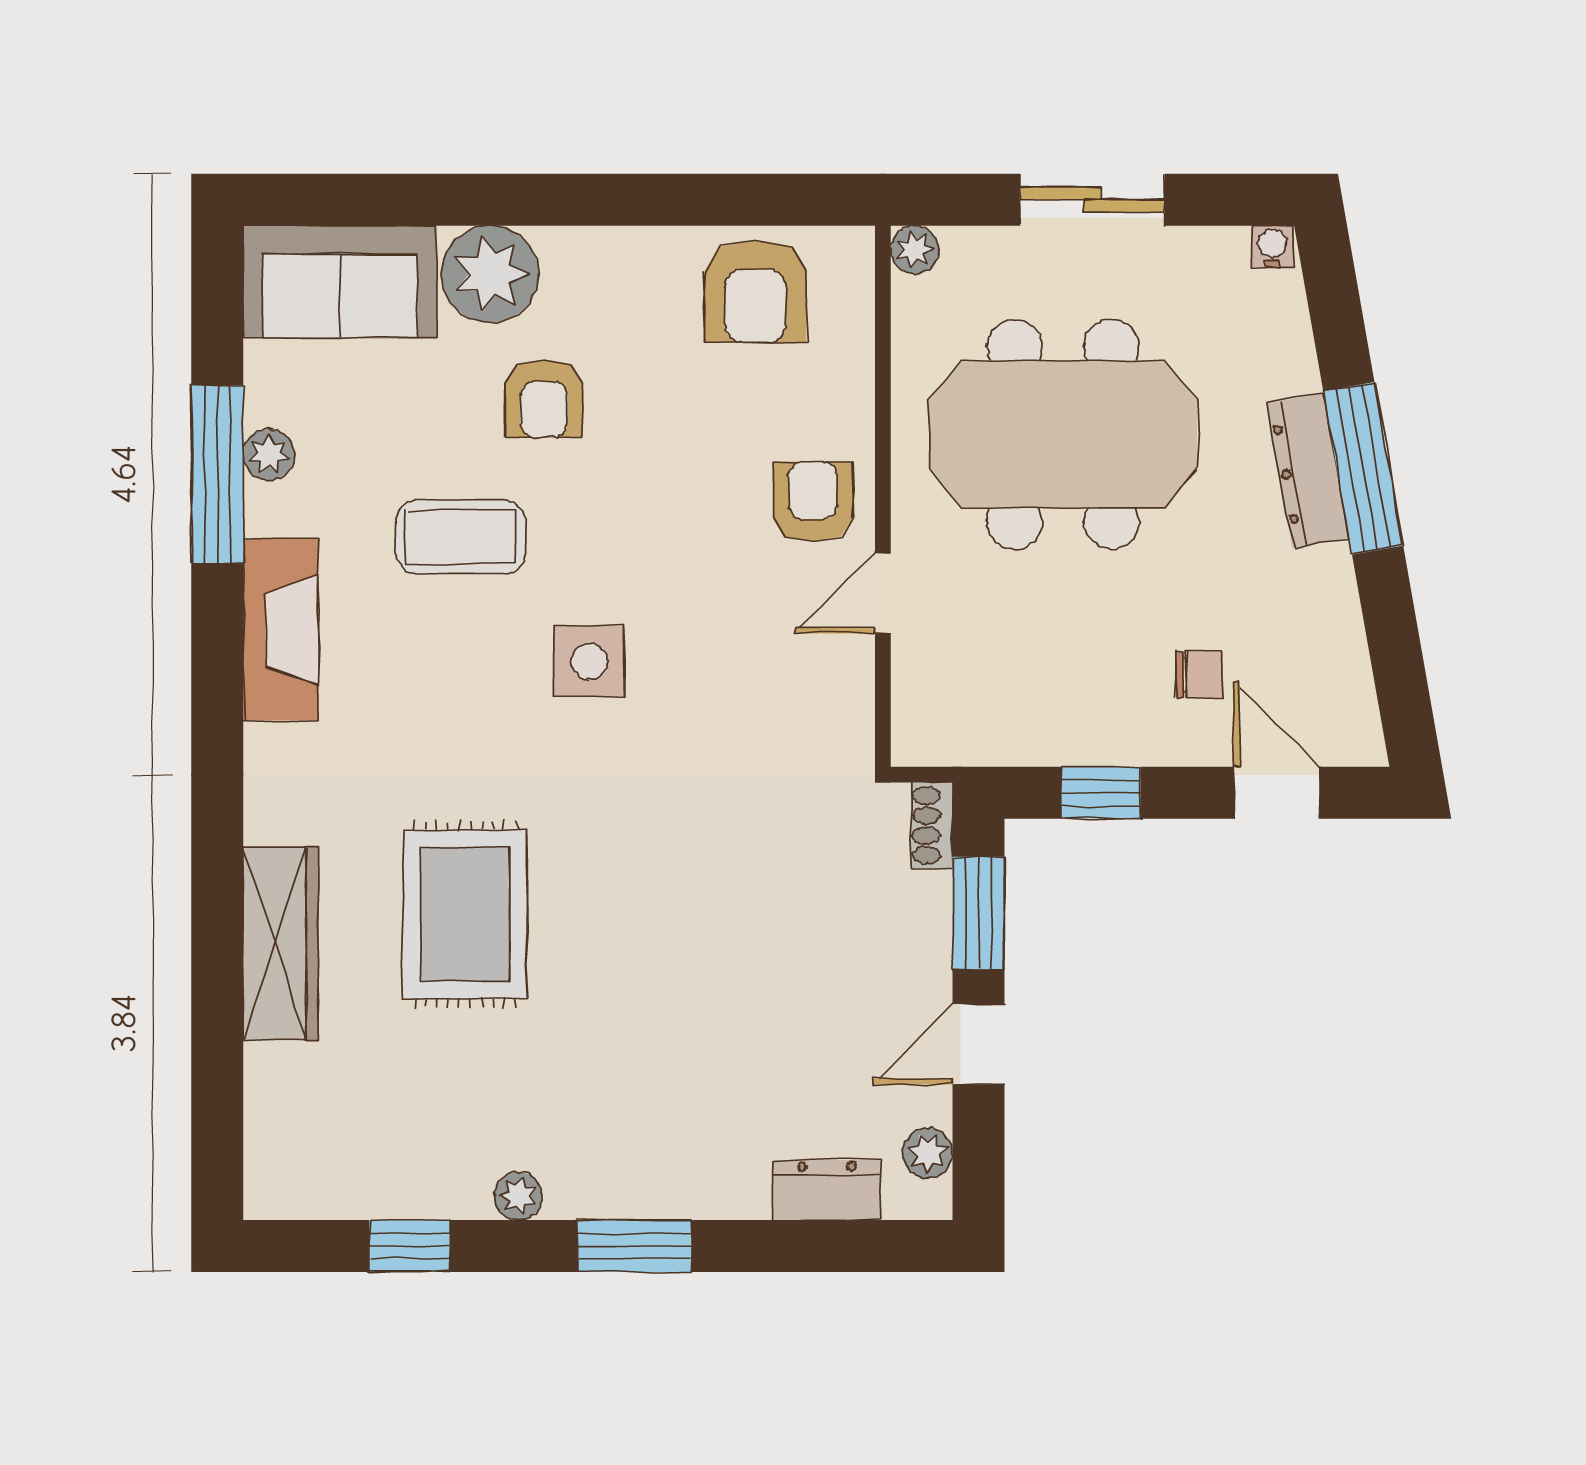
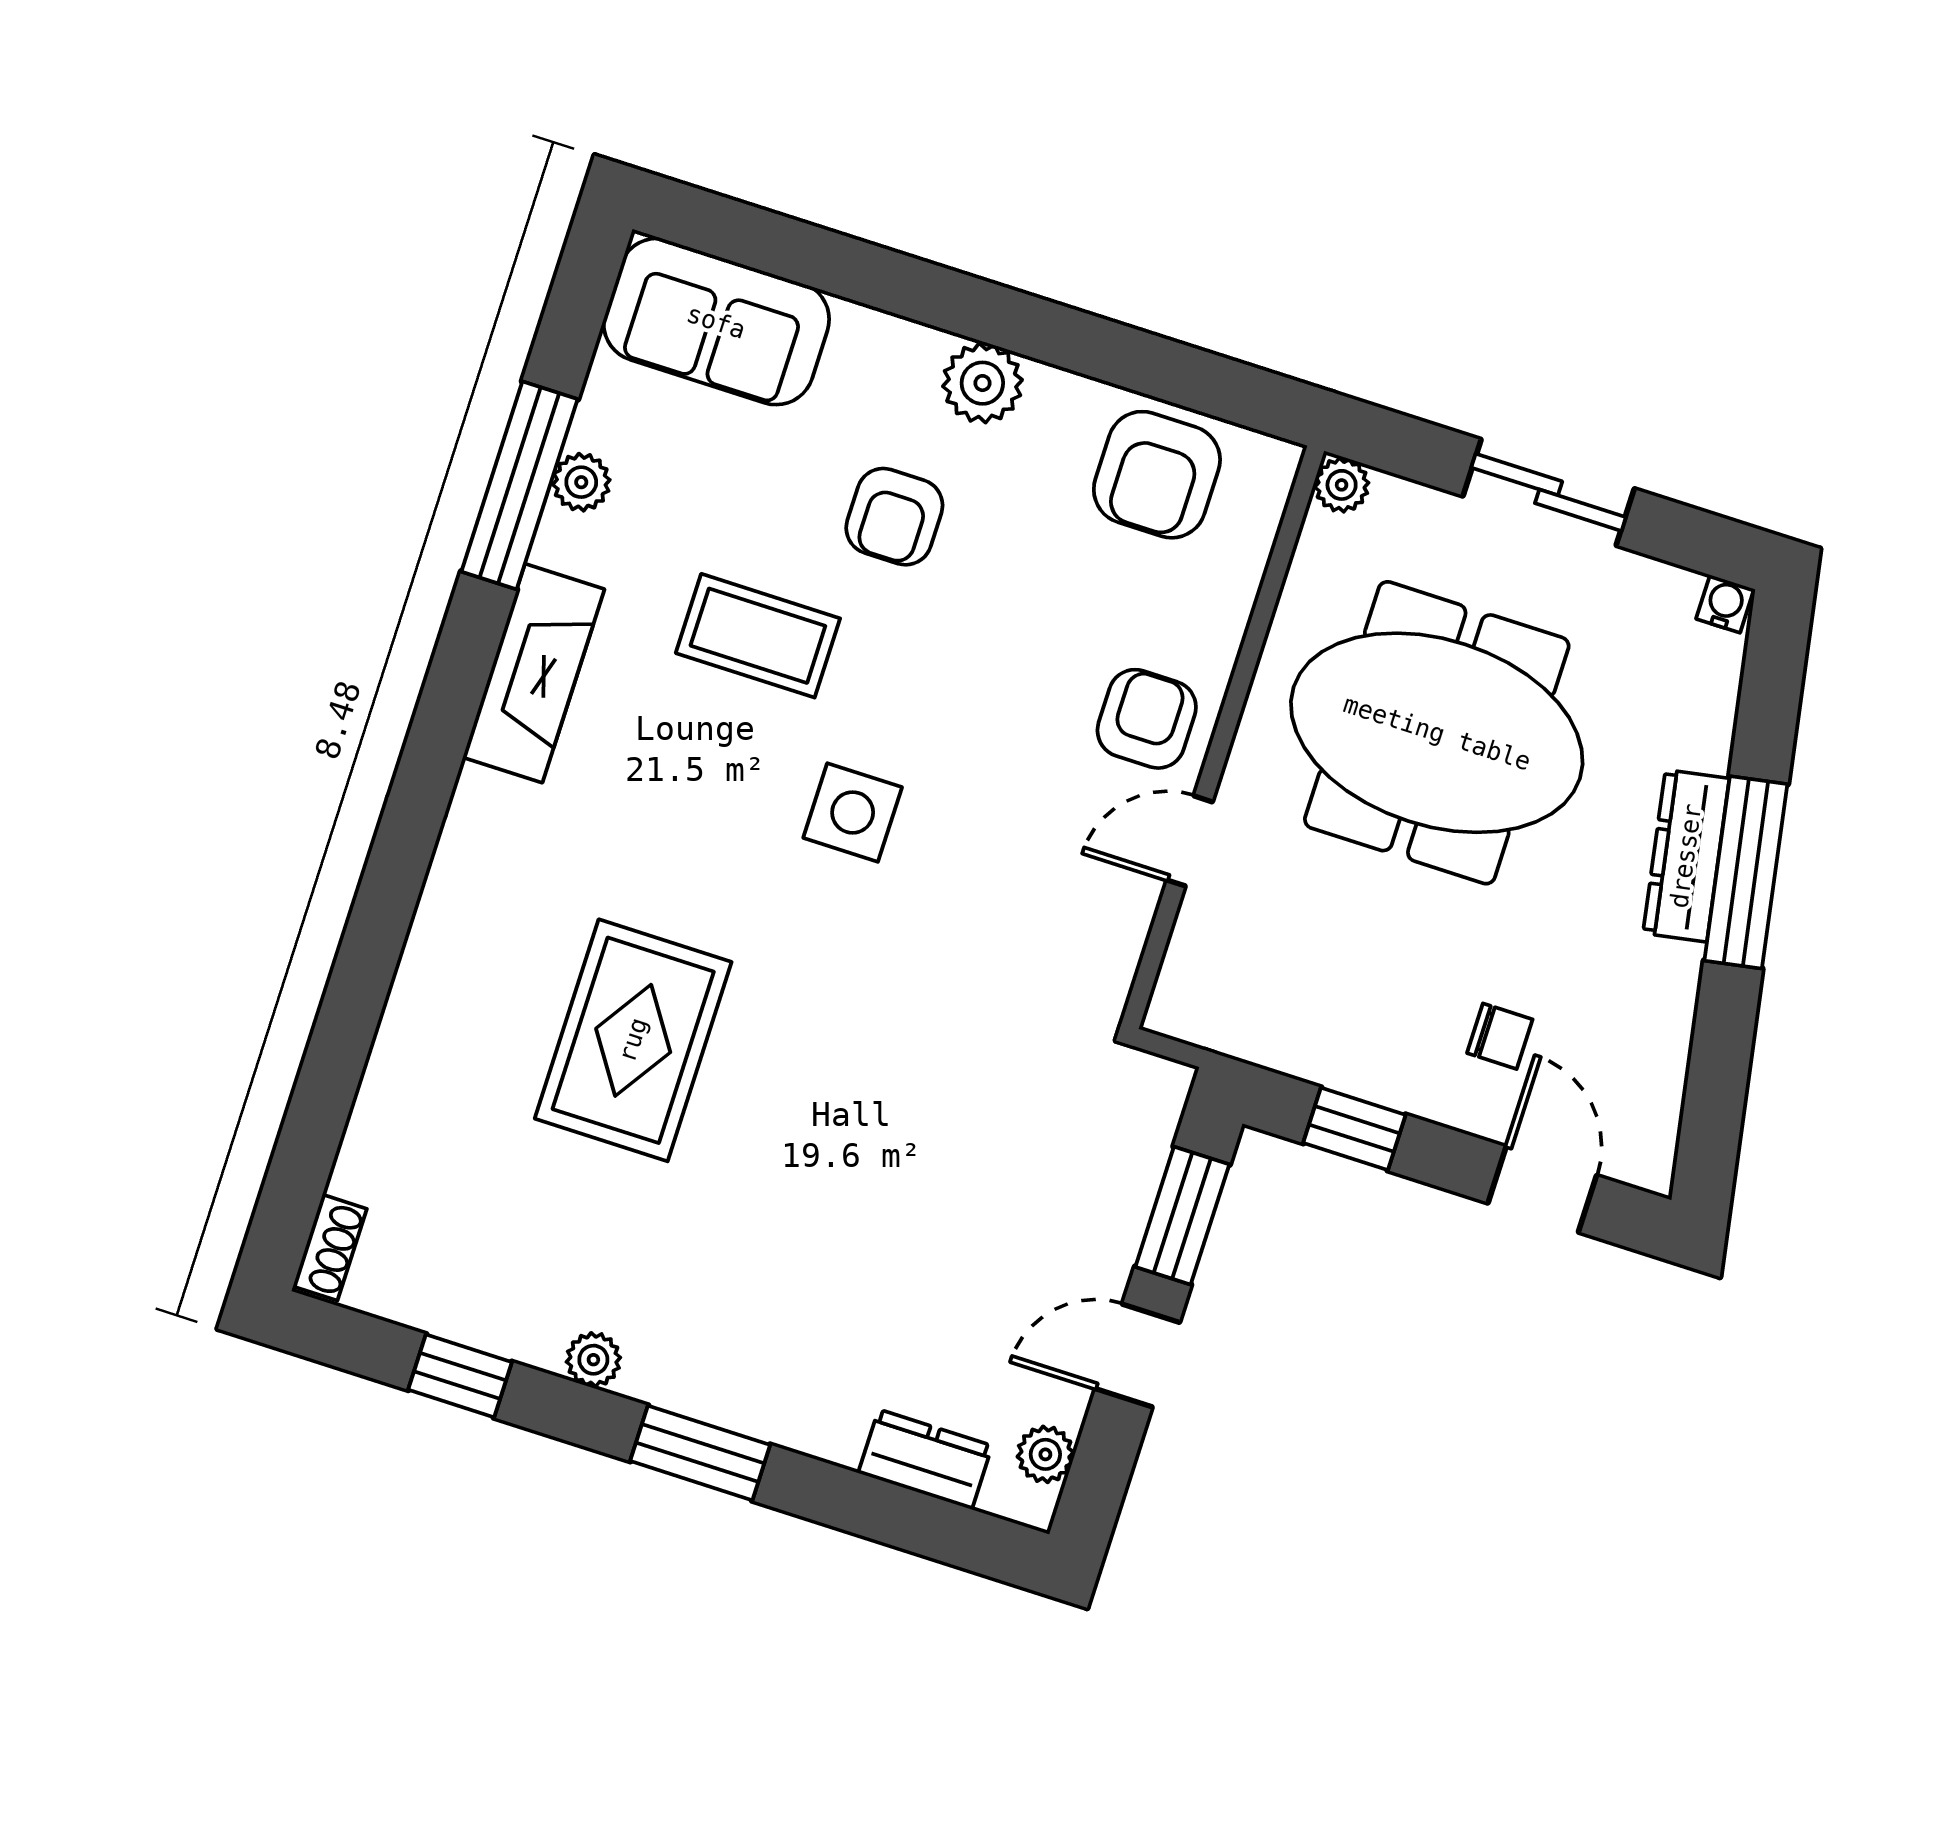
plant: (490, 274) -> (982, 383), moved, width x0.73, depth x0.73
shoe rack: (932, 825) -> (330, 1248), moved, turned 180
wardrobe: (281, 944) -> (426, 1009), removed

